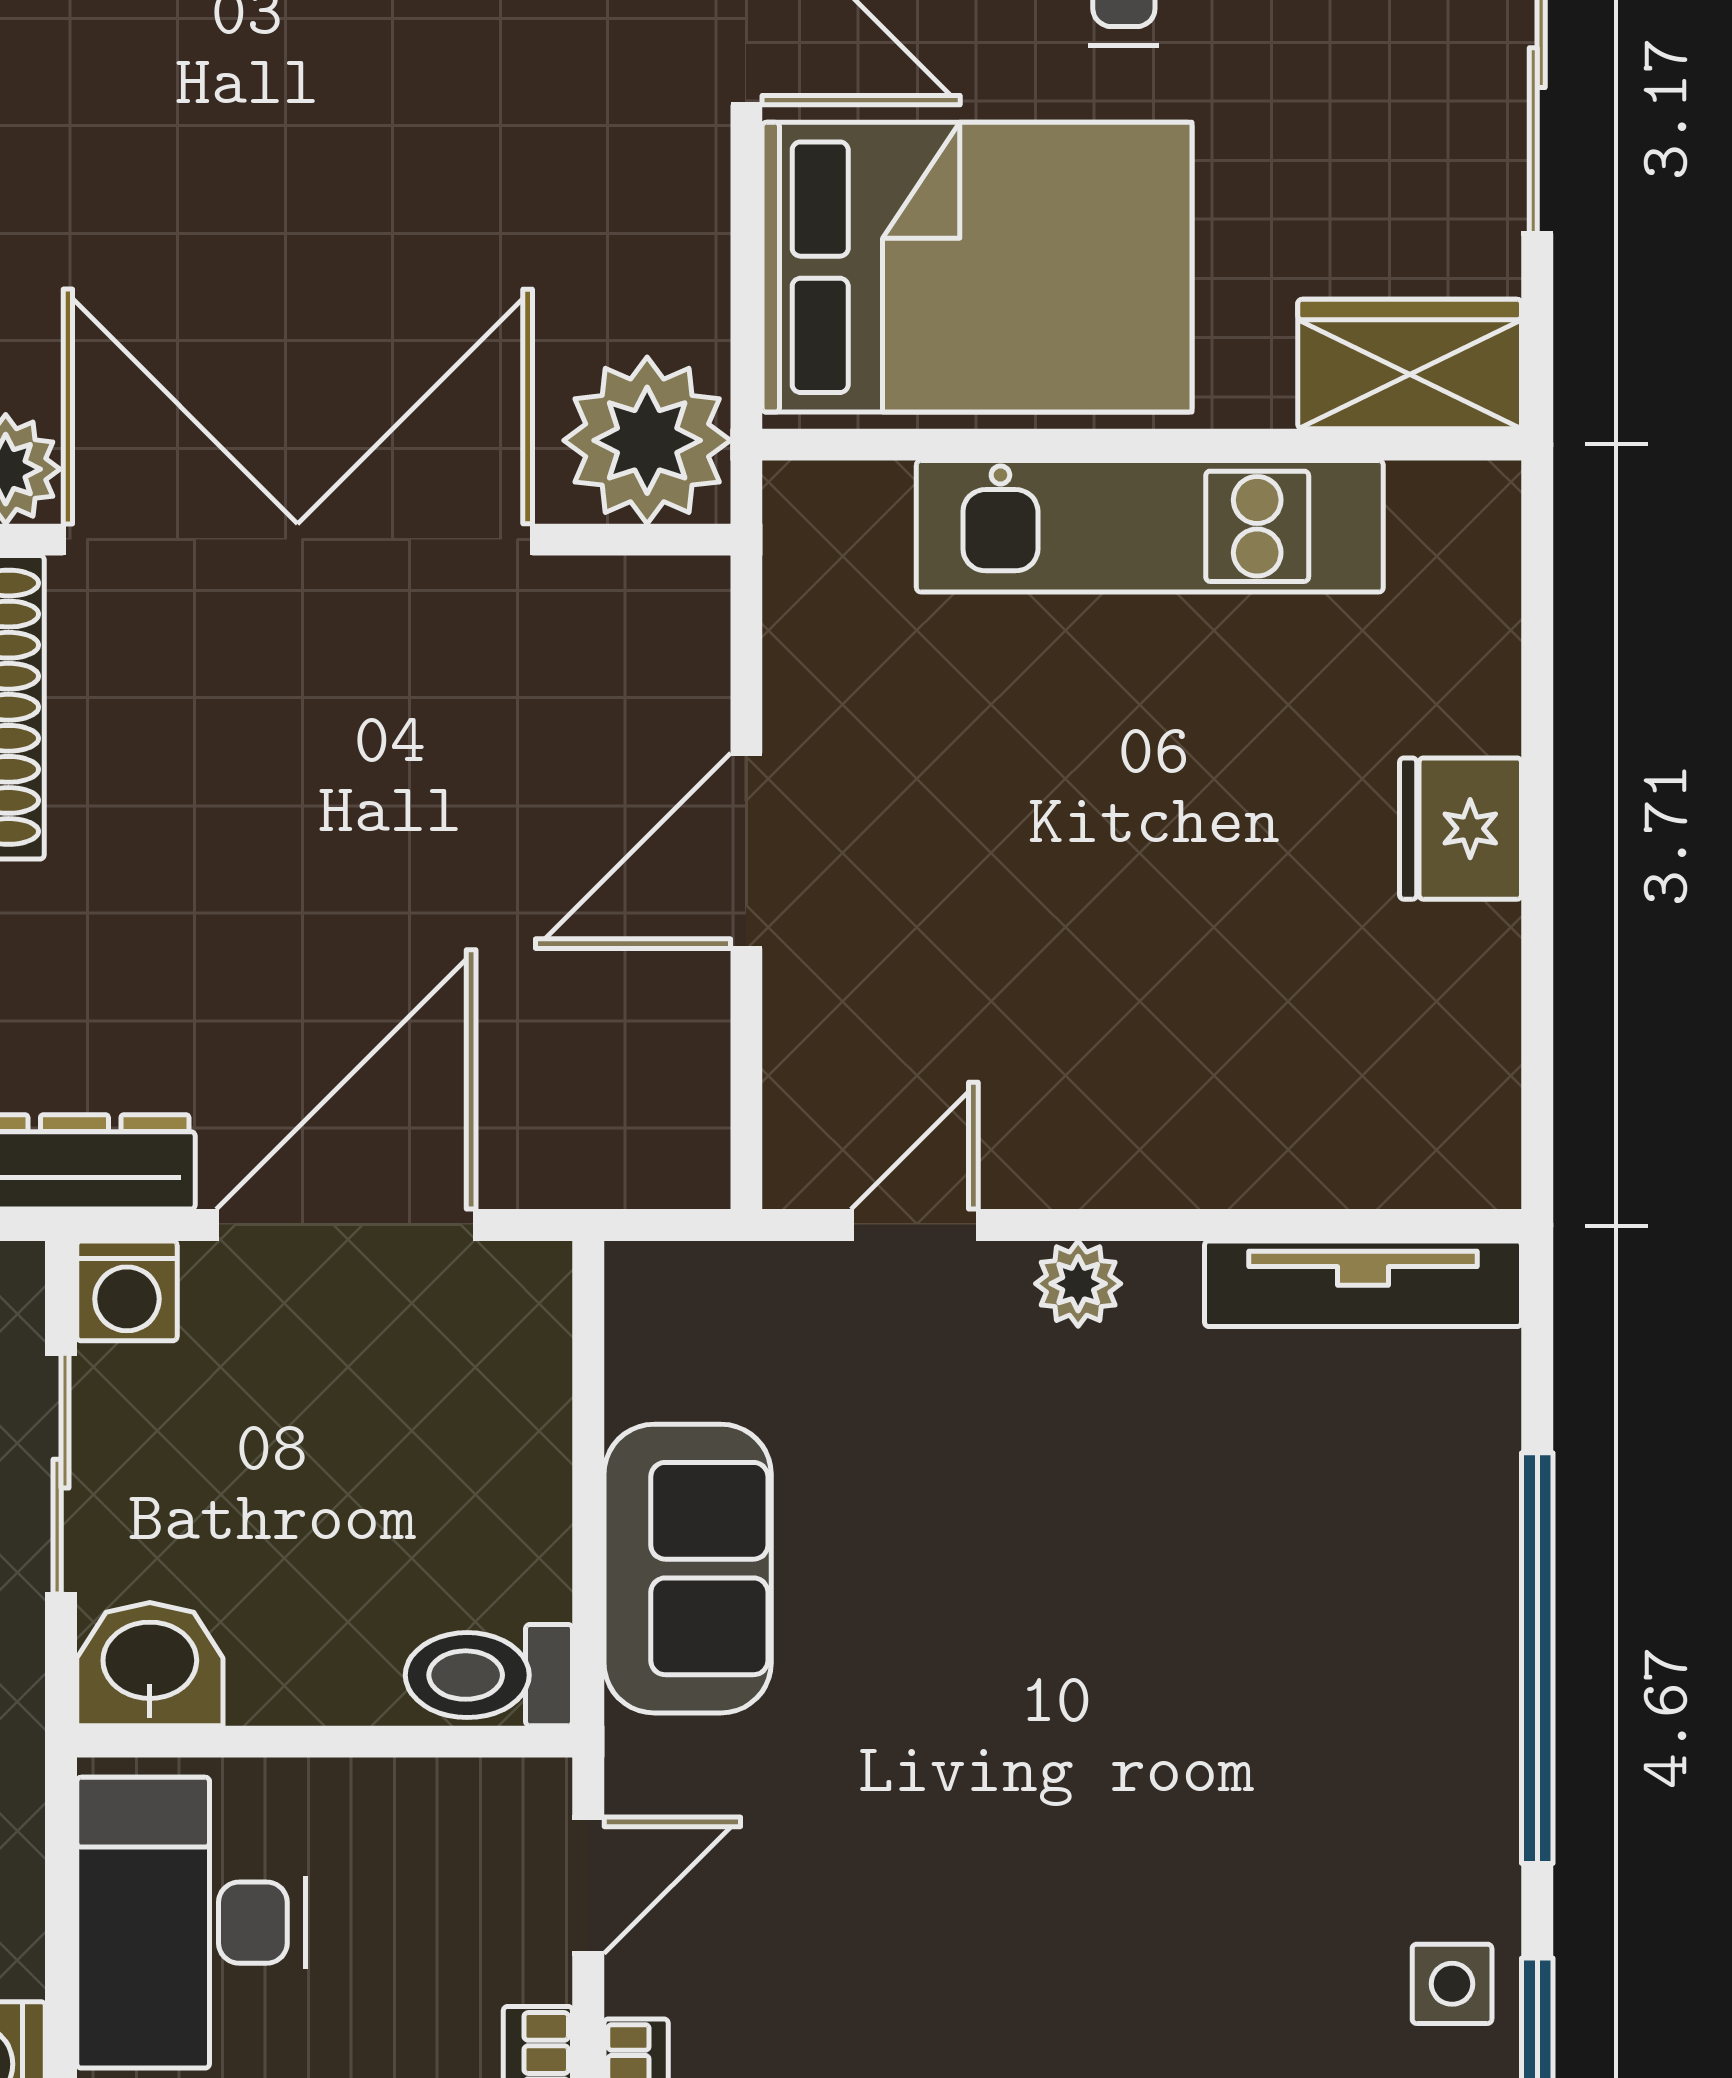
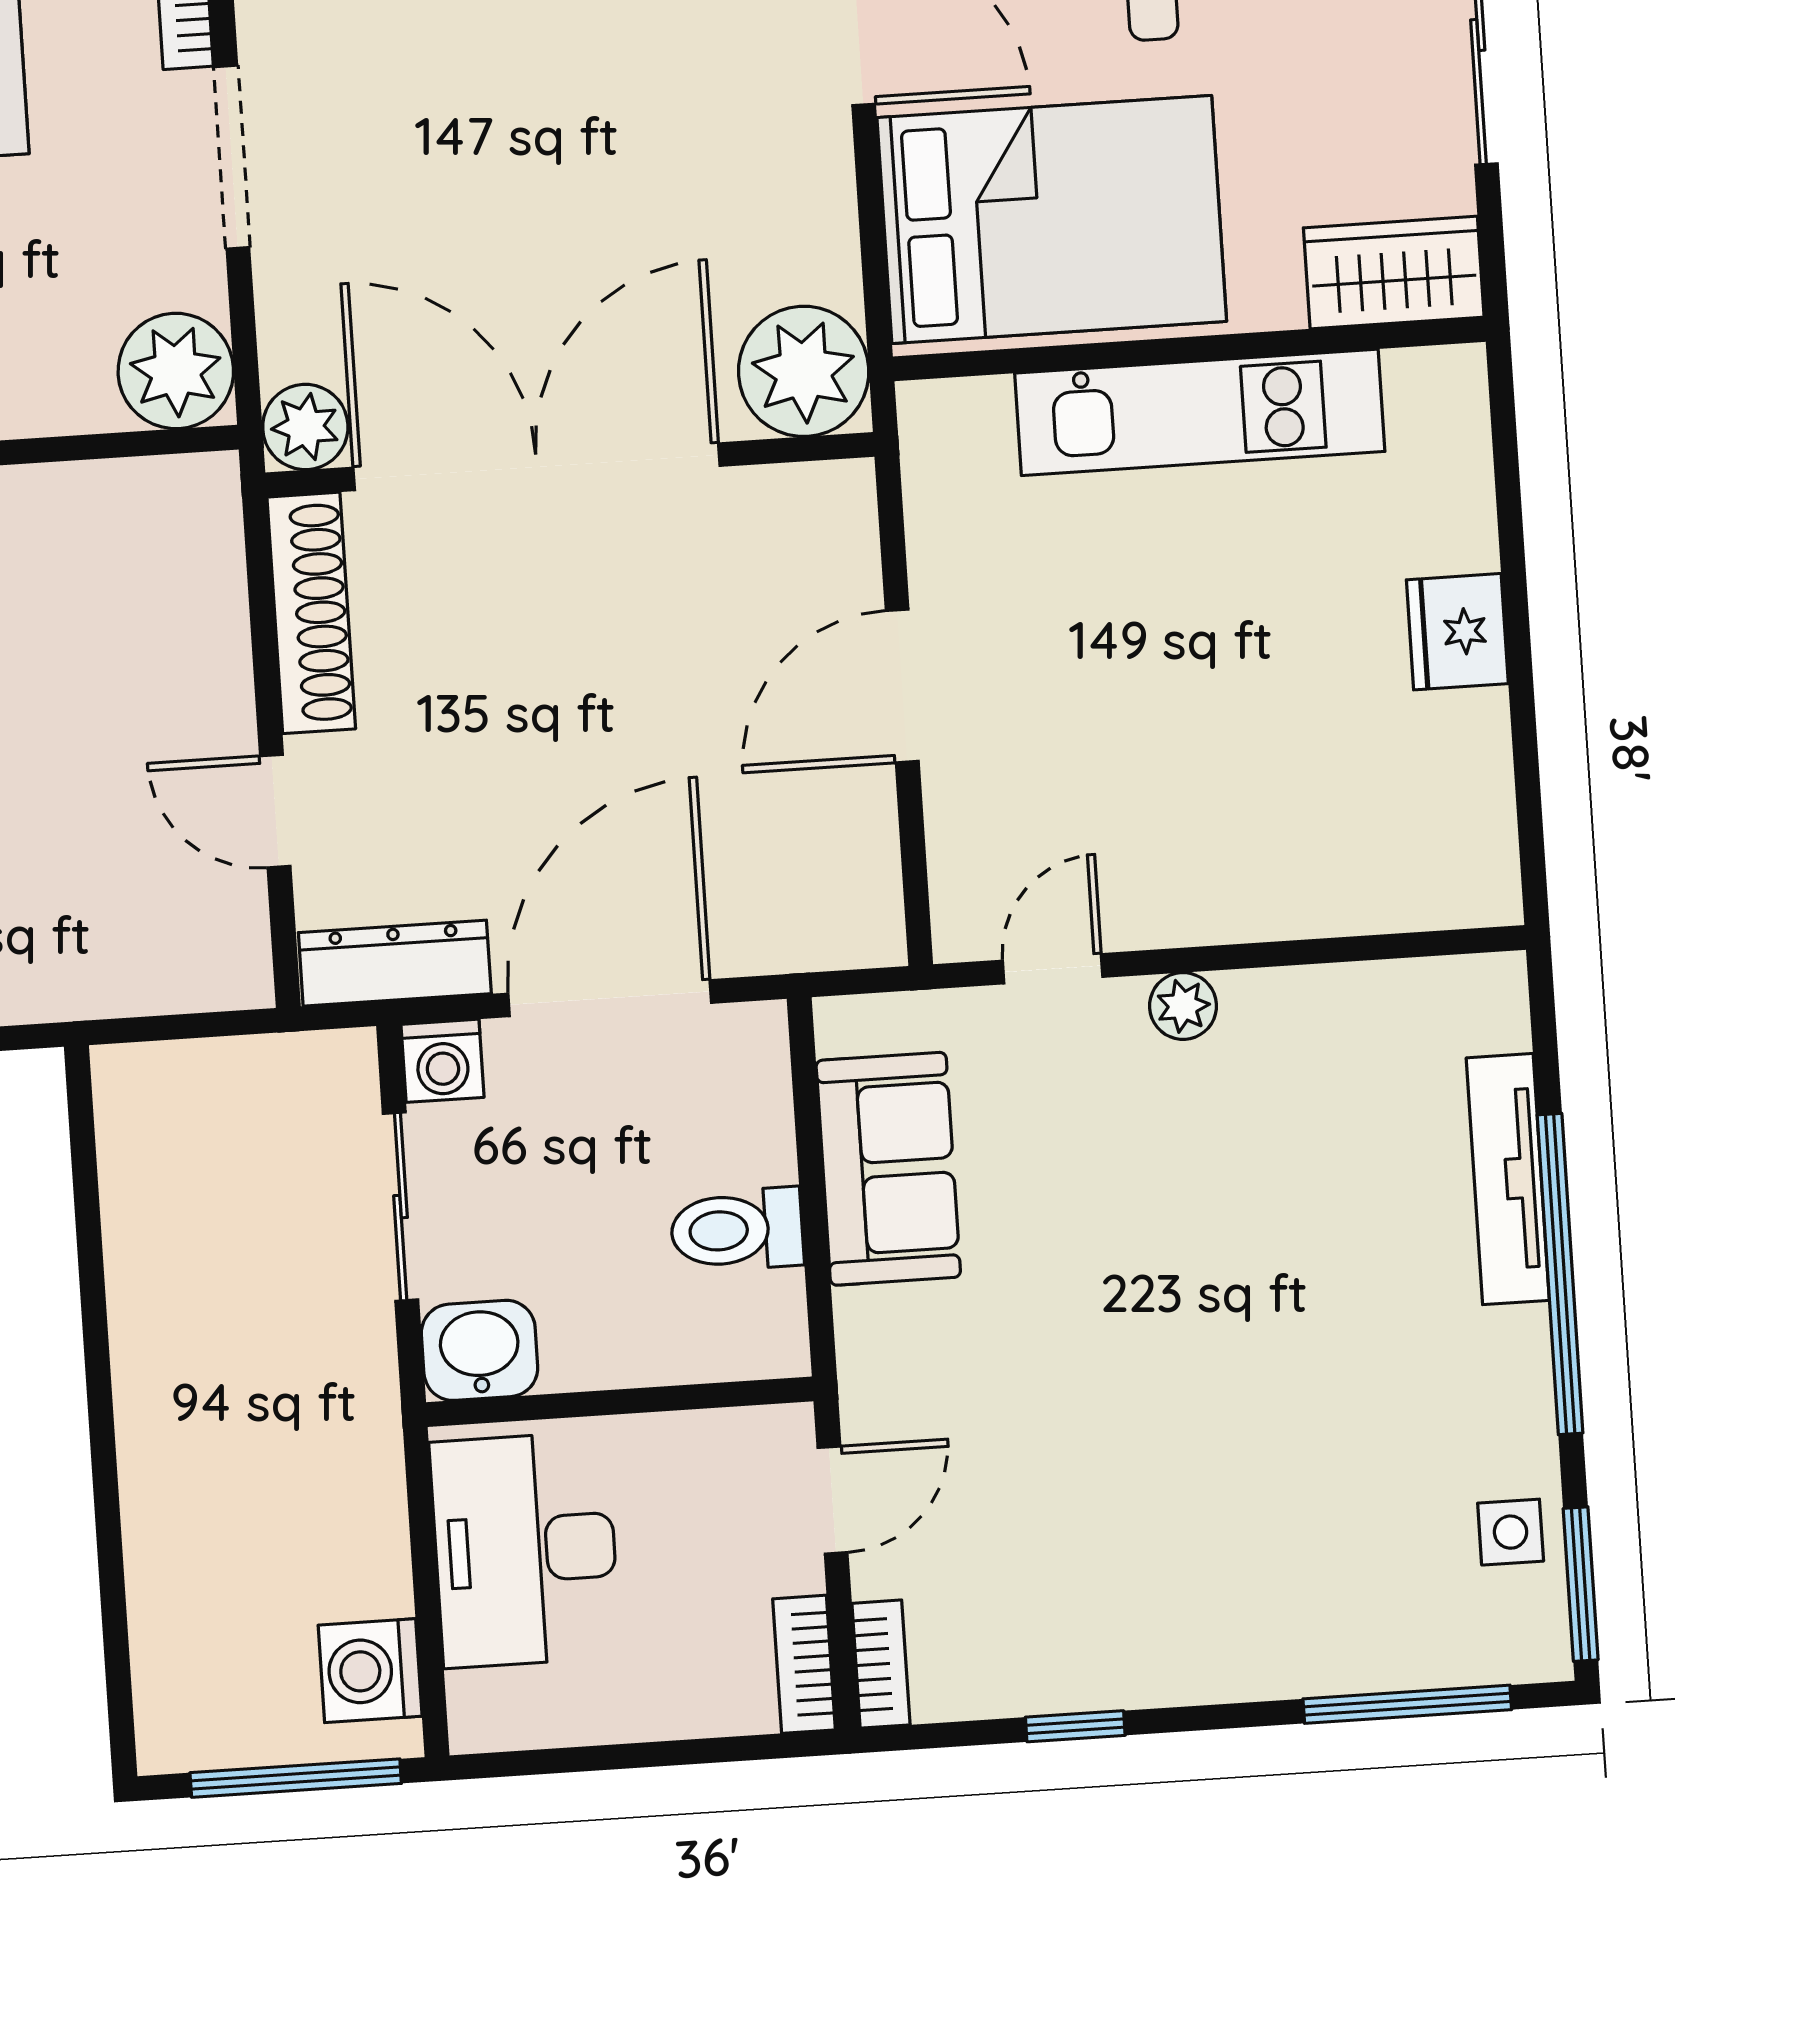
tv unit: (1363, 1284) -> (1508, 1179), moved, turned 90
sofa: (688, 1569) -> (888, 1169), moved
toilet: (489, 1675) -> (737, 1230), moved

